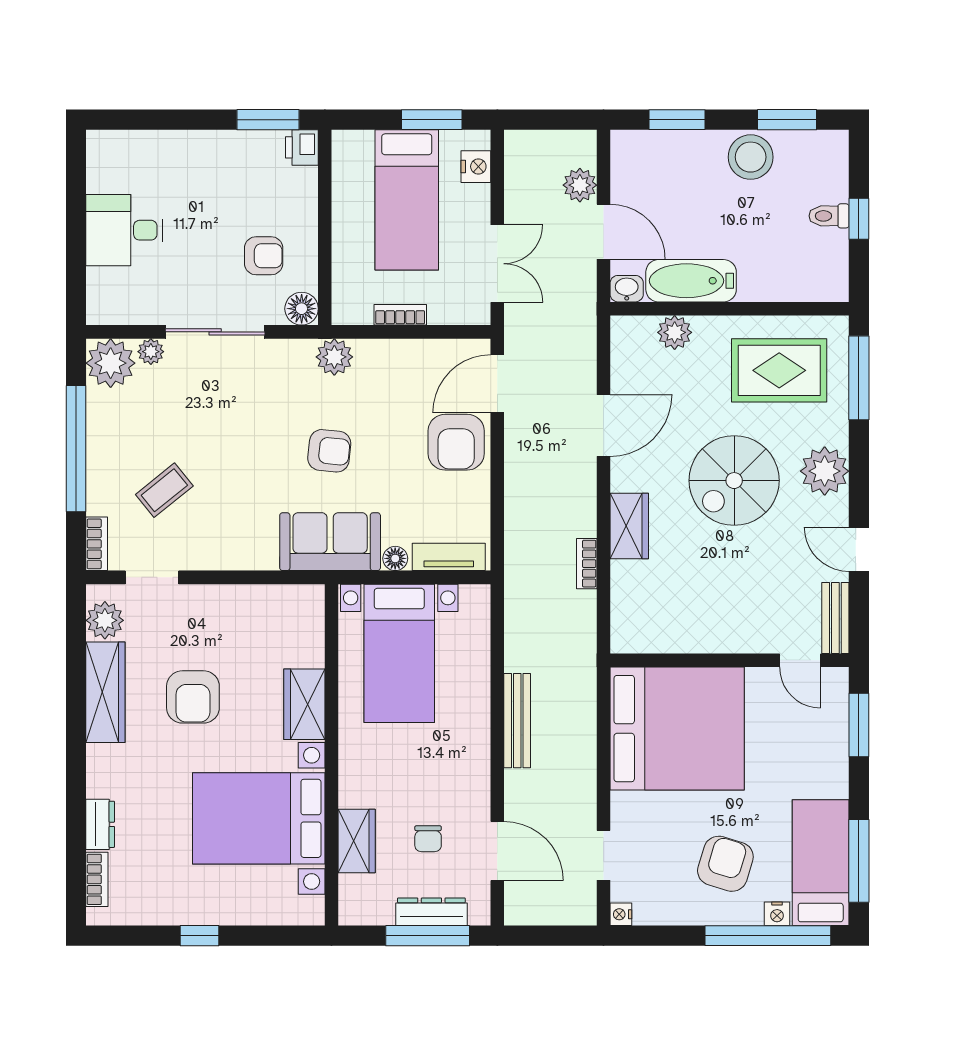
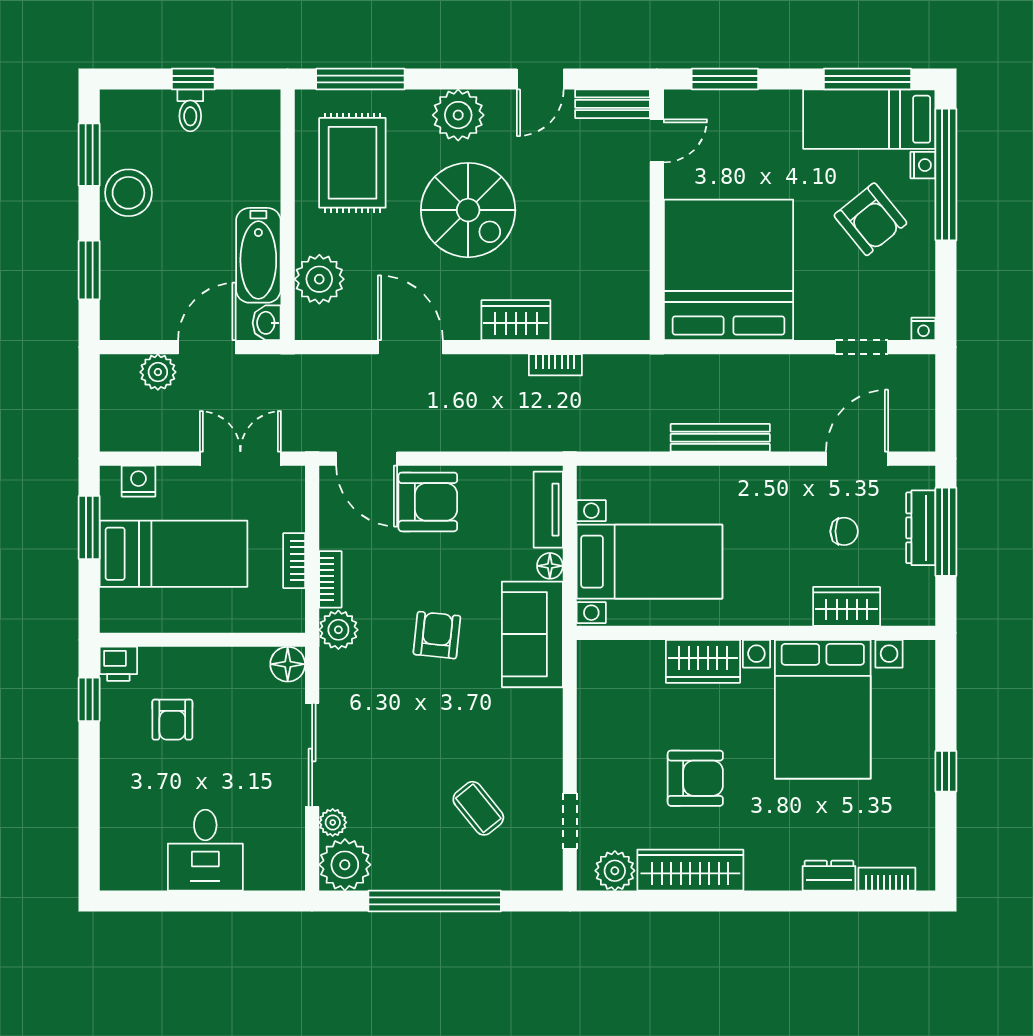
window: (268, 120) -> (89, 699), width x0.67
armchair: (264, 256) -> (172, 720), moved, turned 180
plant: (675, 332) -> (319, 279), width x1.36, depth x1.36
bookcase: (97, 544) -> (330, 579), moved, turned 90
armchair: (725, 864) -> (870, 219), turned -146

